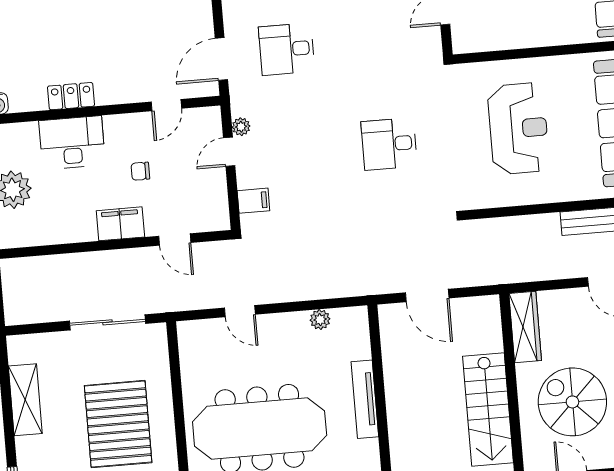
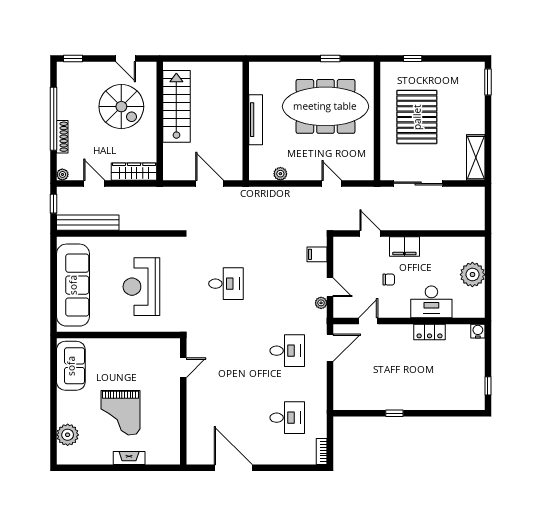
door: (229, 152) -> (330, 287), hinge flipped
wardrobe: (525, 327) -> (134, 172), moved, turned 90
shelving: (25, 400) -> (476, 158), moved

